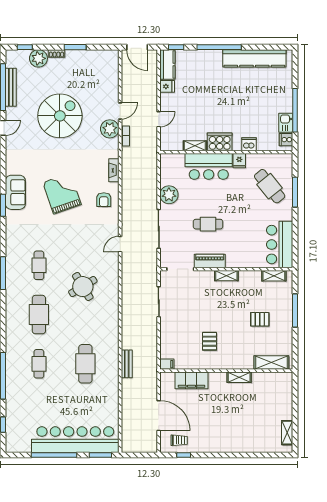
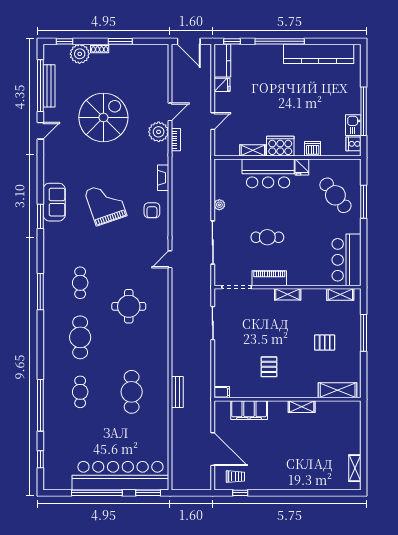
plant: (169, 195) -> (219, 205), width x0.53, depth x0.53
round table: (83, 287) -> (129, 306), turned 31

